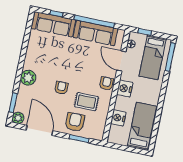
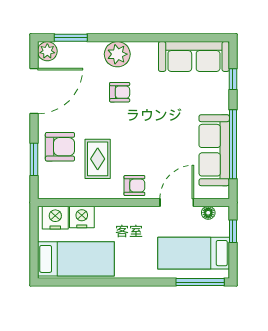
sofa: (54, 24) -> (194, 56), moved, turned -90
armchair: (61, 88) -> (120, 92), moved
nightstand: (125, 88) -> (55, 218), moved

